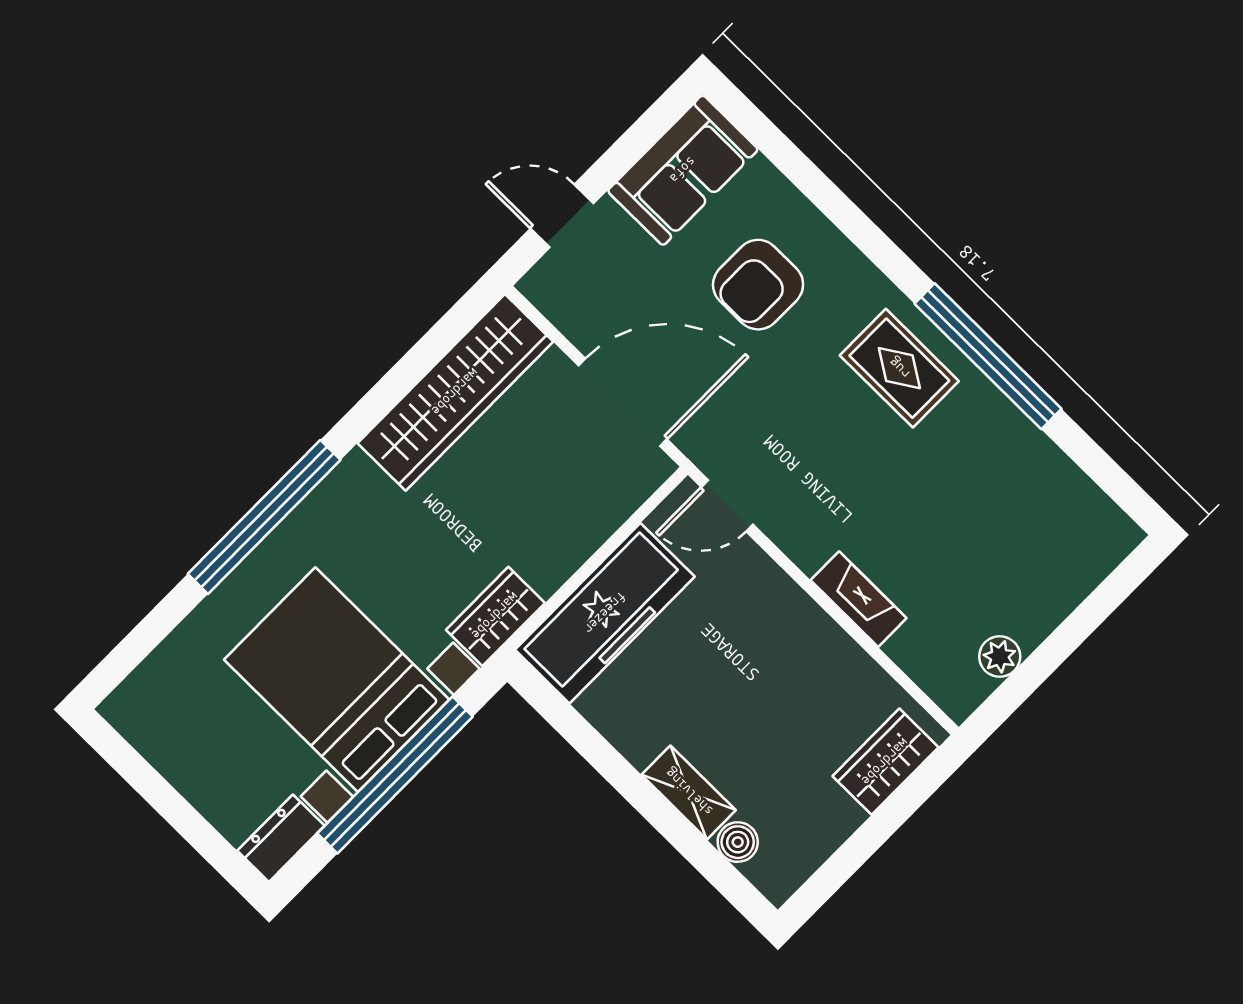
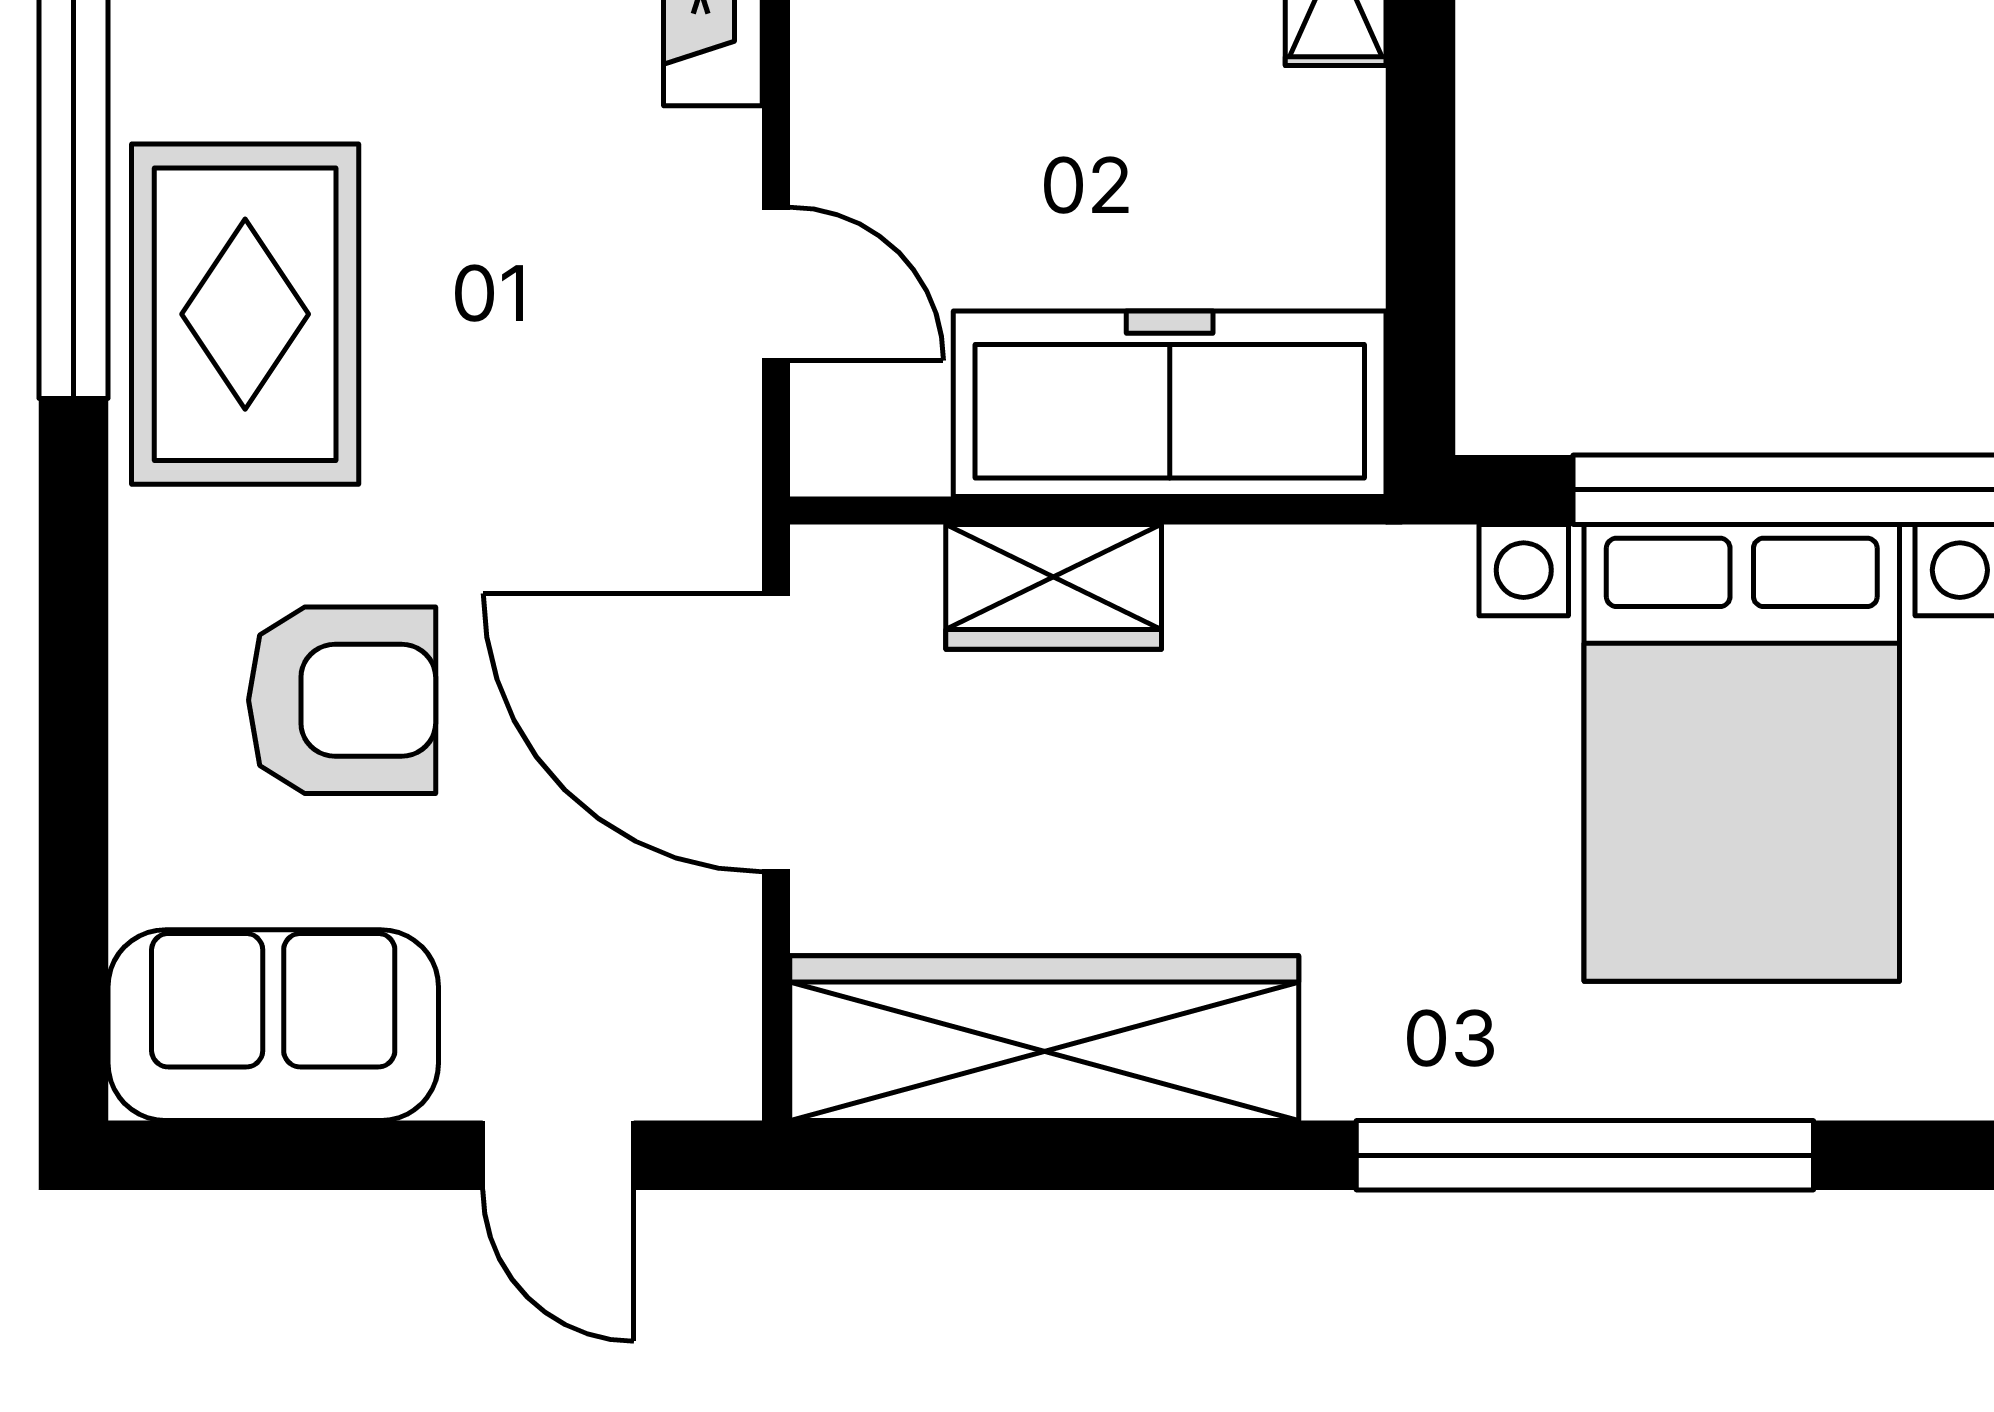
rug: (899, 368) -> (245, 314), width x1.36, depth x1.43
door: (727, 506) -> (776, 284), moved
wardrobe: (495, 616) -> (1054, 587), moved

